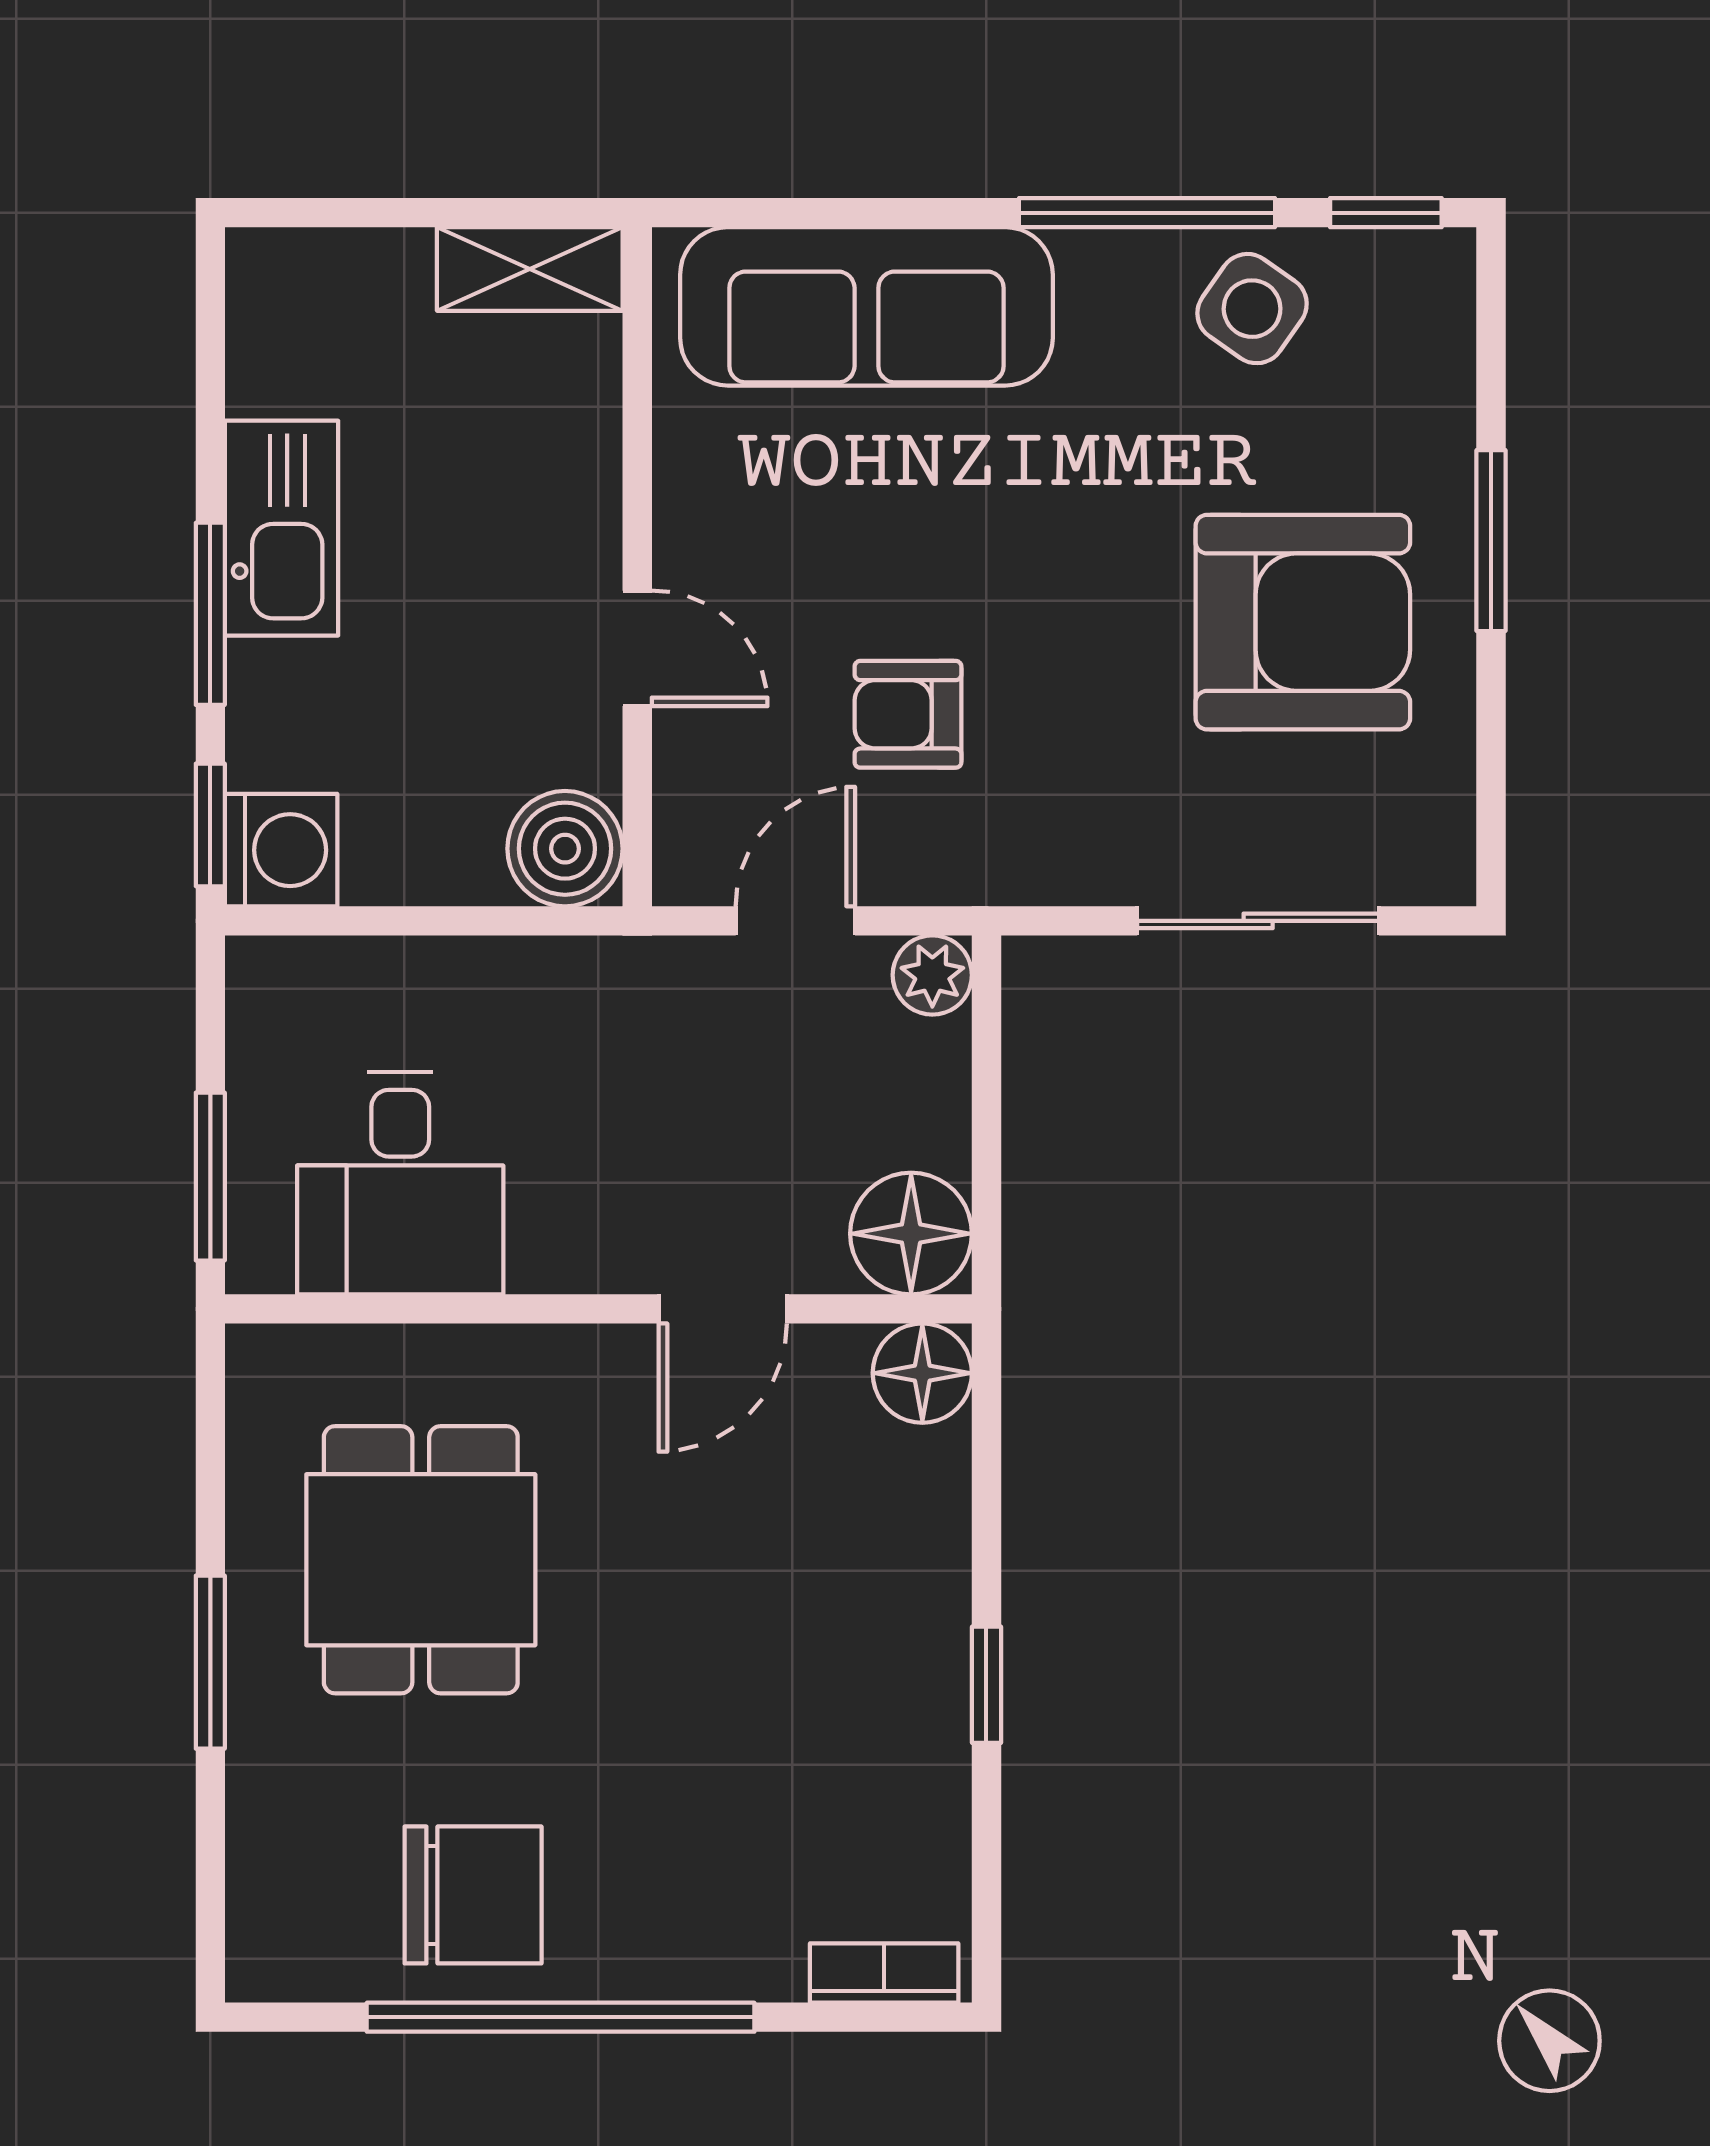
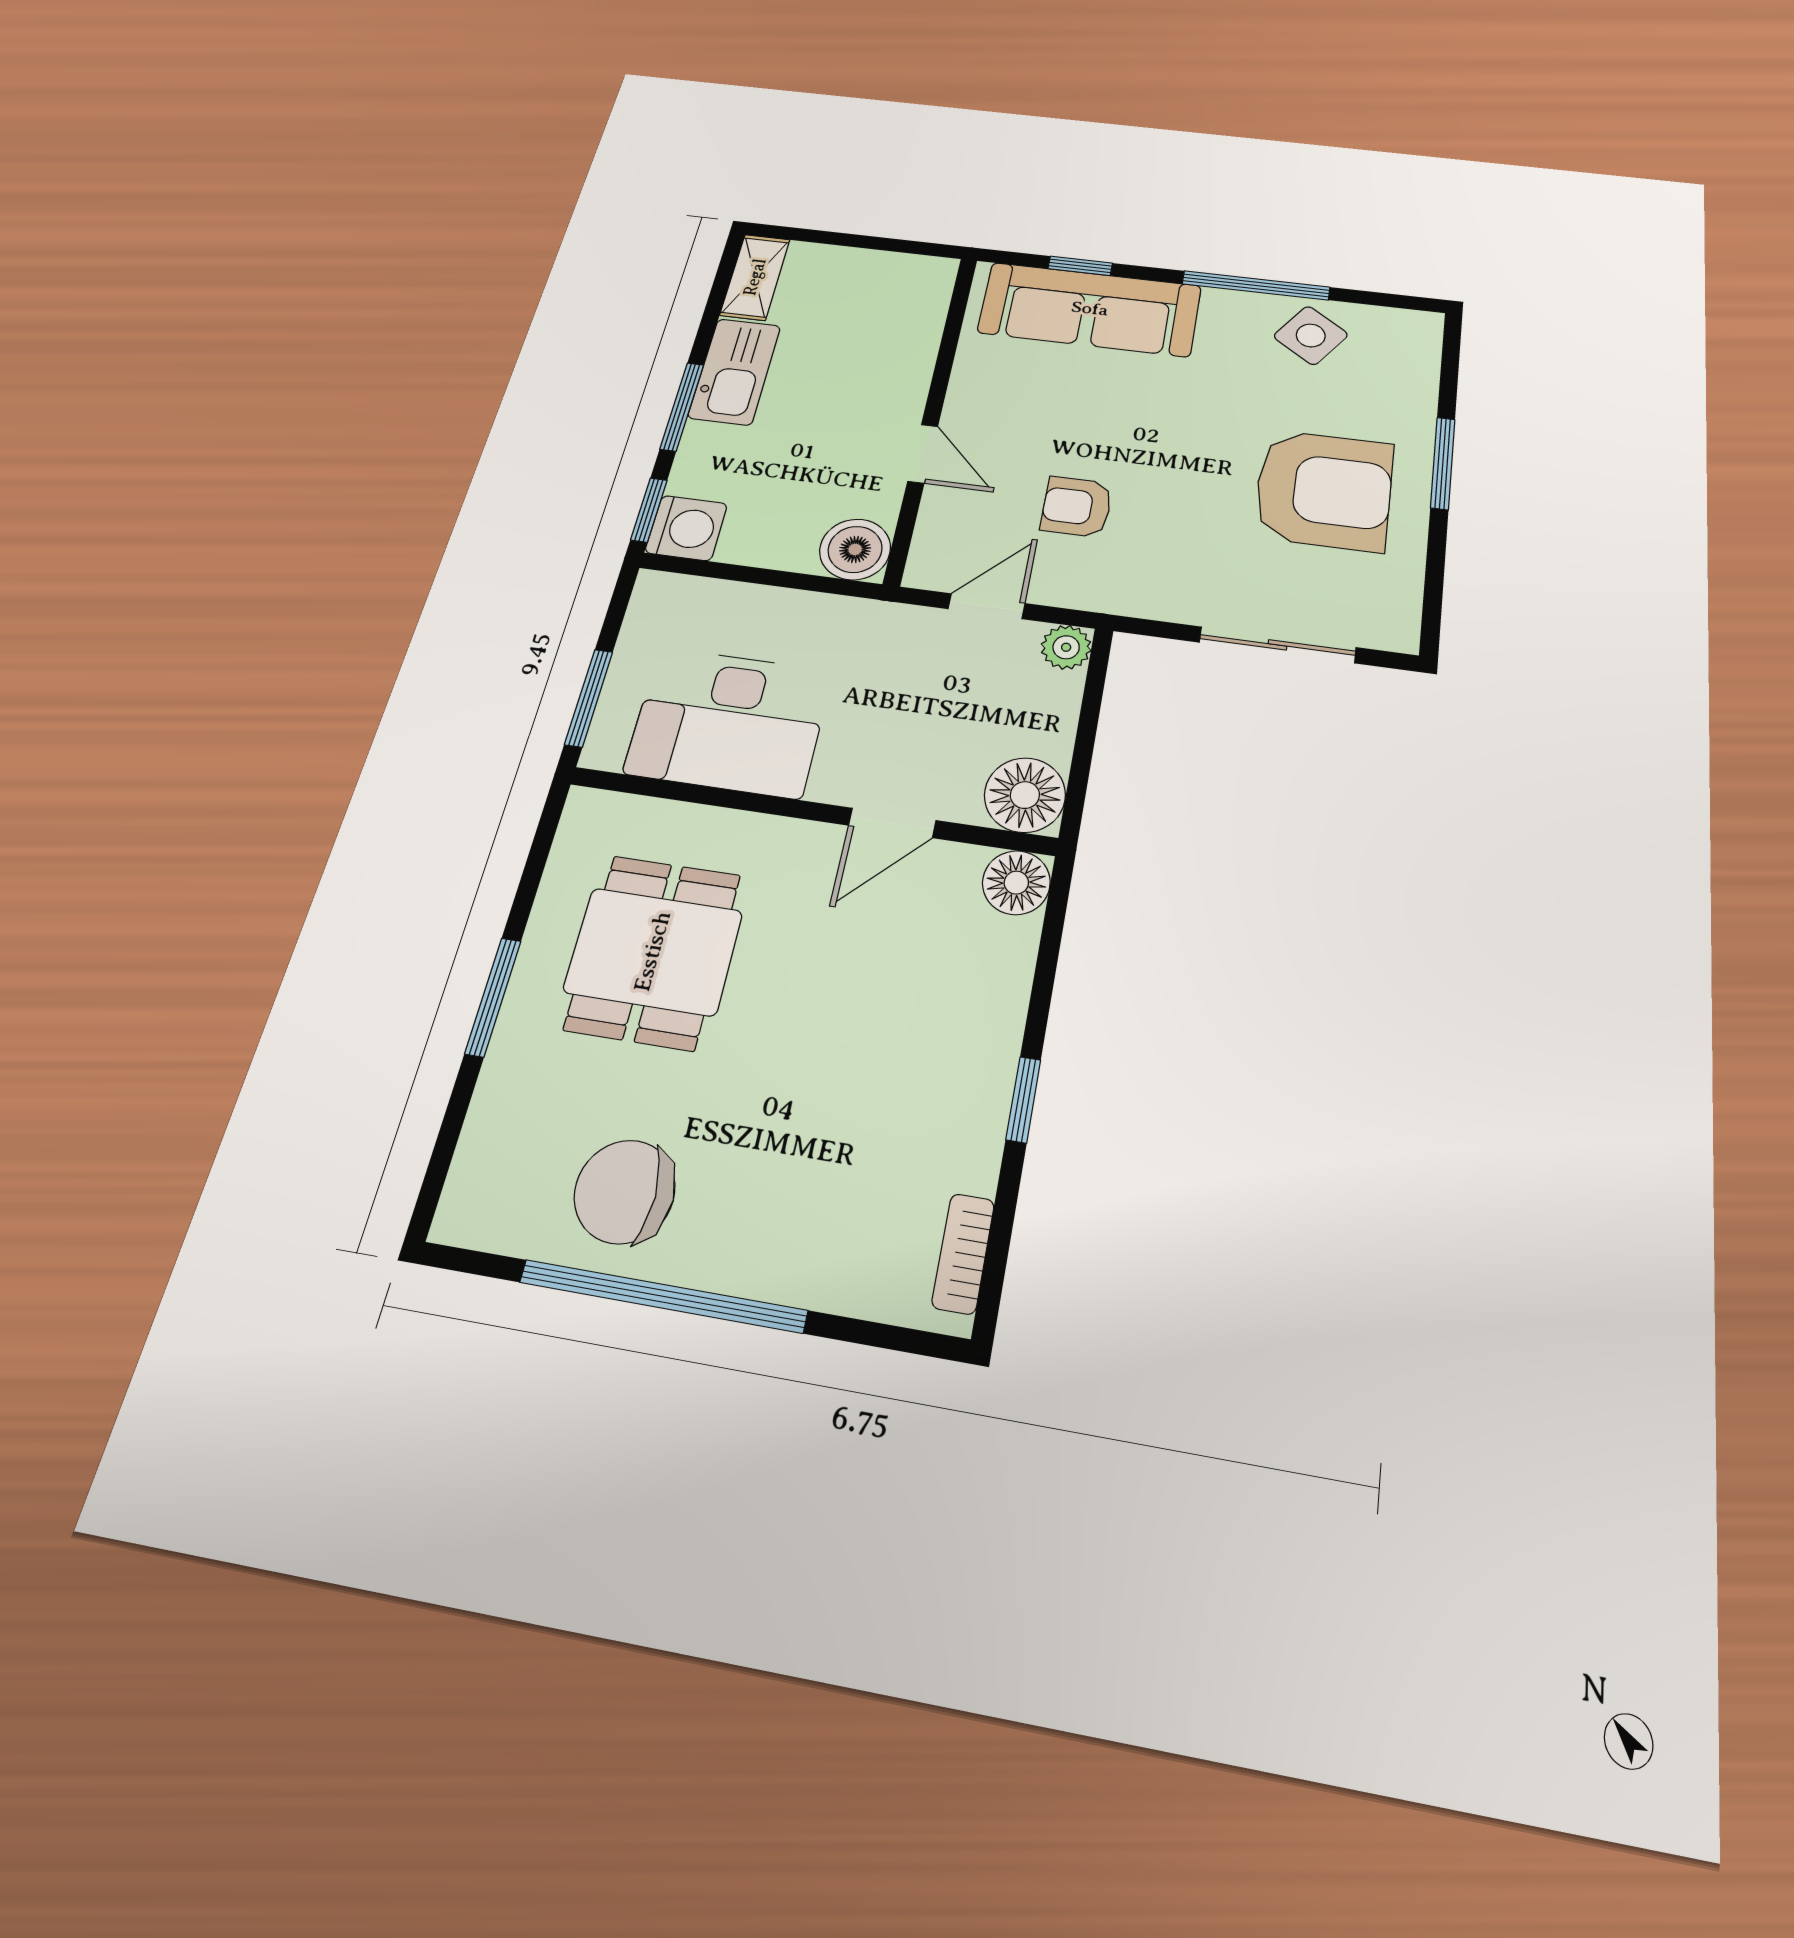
window: (1386, 213) -> (1080, 266), moved
shelving: (530, 269) -> (755, 277), moved, turned 90
desk: (400, 1183) -> (729, 722), width x1.37
chair: (473, 1895) -> (625, 1192), turned 180
bookcase: (884, 1973) -> (963, 1253), moved, turned -90

